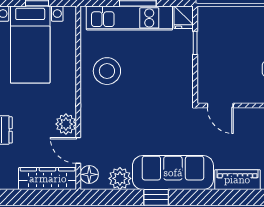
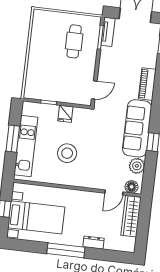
fridge: (184, 17) -> (65, 114), moved, turned 90
stool: (107, 71) -> (67, 153), moved
plant: (66, 124) -> (95, 199), removed

